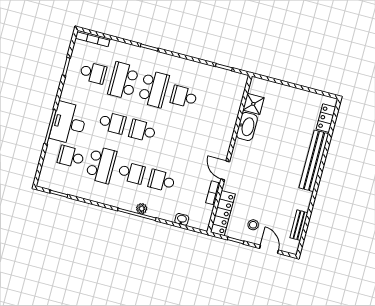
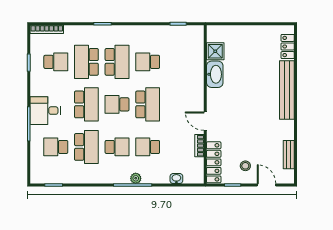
desk: (69, 123) -> (45, 111), width x0.73
school desk: (112, 123) -> (86, 104), width x1.85
school desk: (173, 139) -> (148, 104), added

